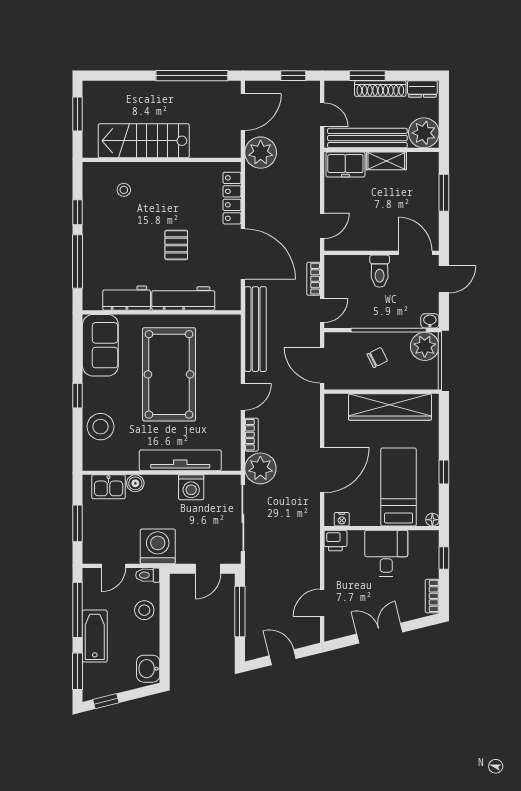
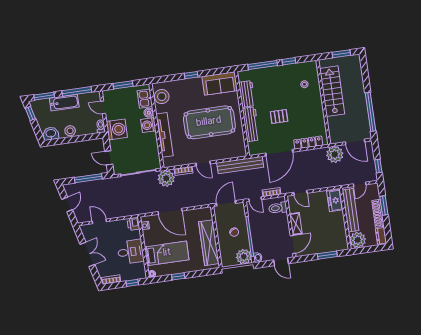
shelving: (386, 161) -> (296, 224), moved
toilet: (380, 271) -> (278, 208), moved
stool: (100, 427) -> (162, 97), moved
washing machine: (191, 487) -> (148, 125), moved
stool: (144, 610) -> (70, 131), moved

